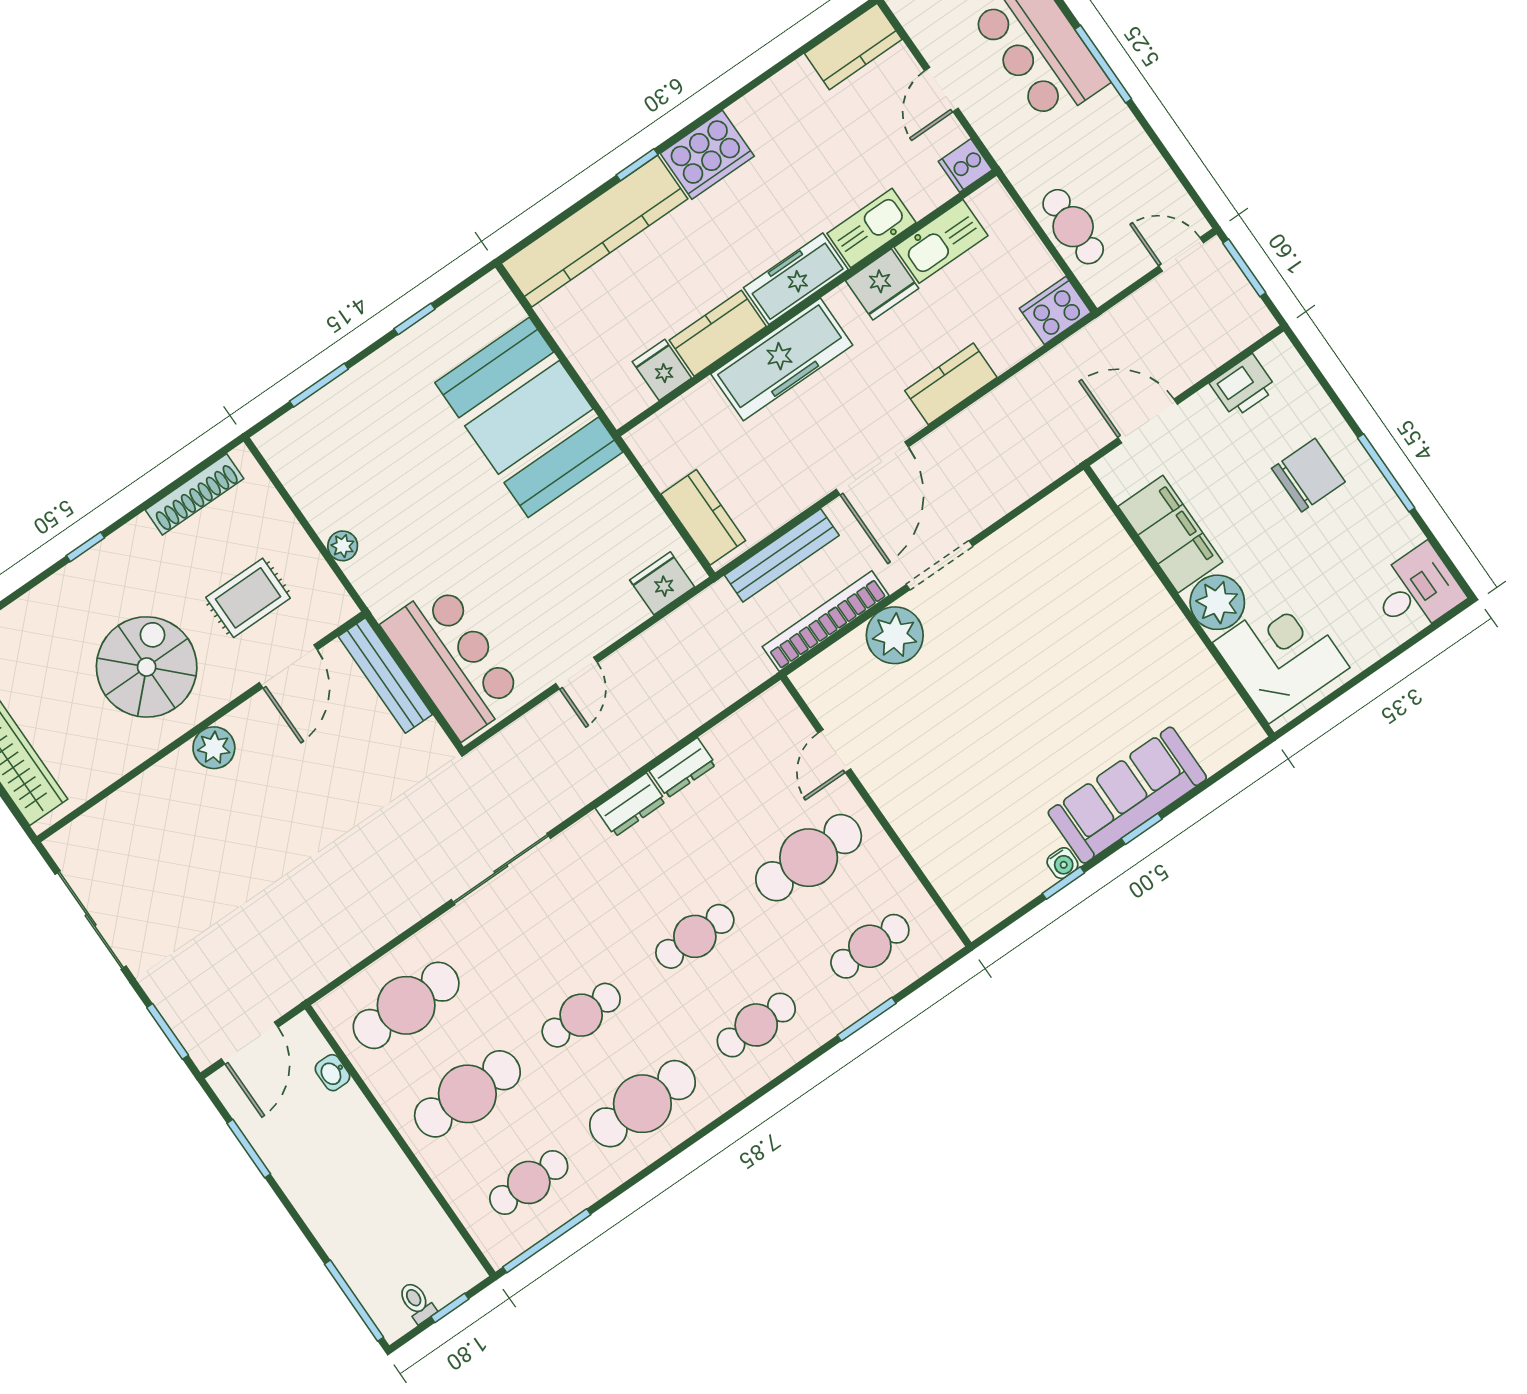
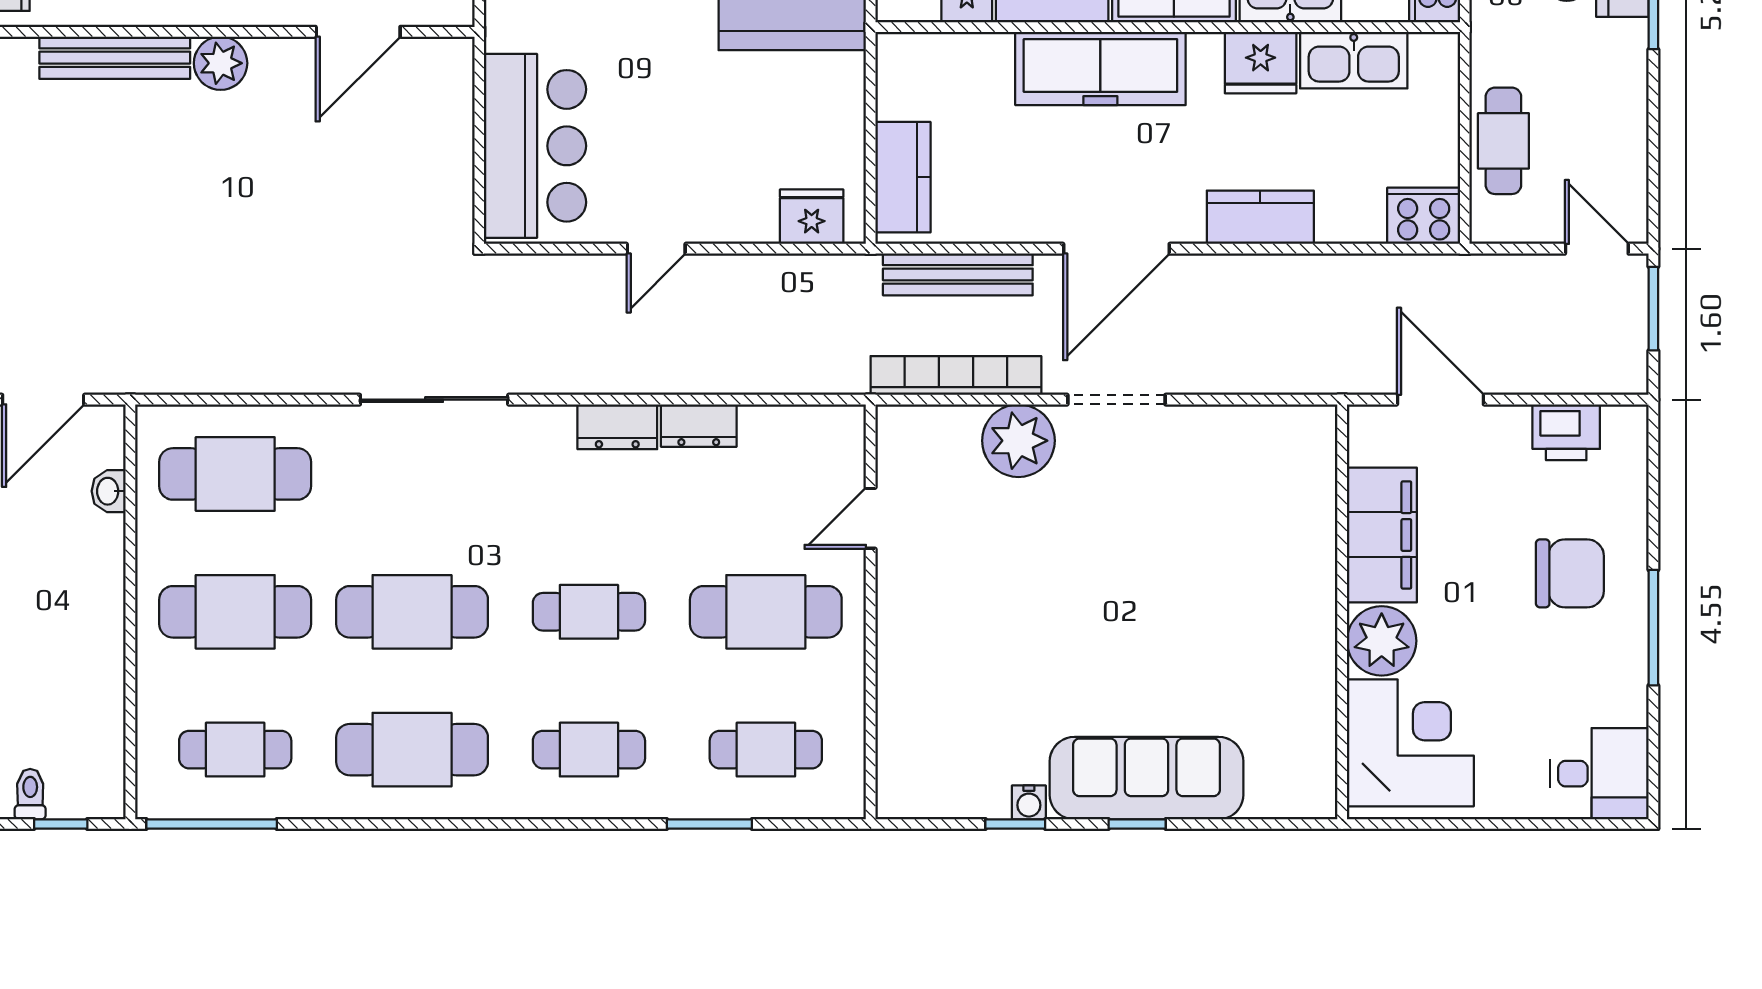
bench: (385, 675) -> (115, 58), moved, turned 90
cafe table: (581, 1015) -> (412, 612), width x1.37, depth x1.35

